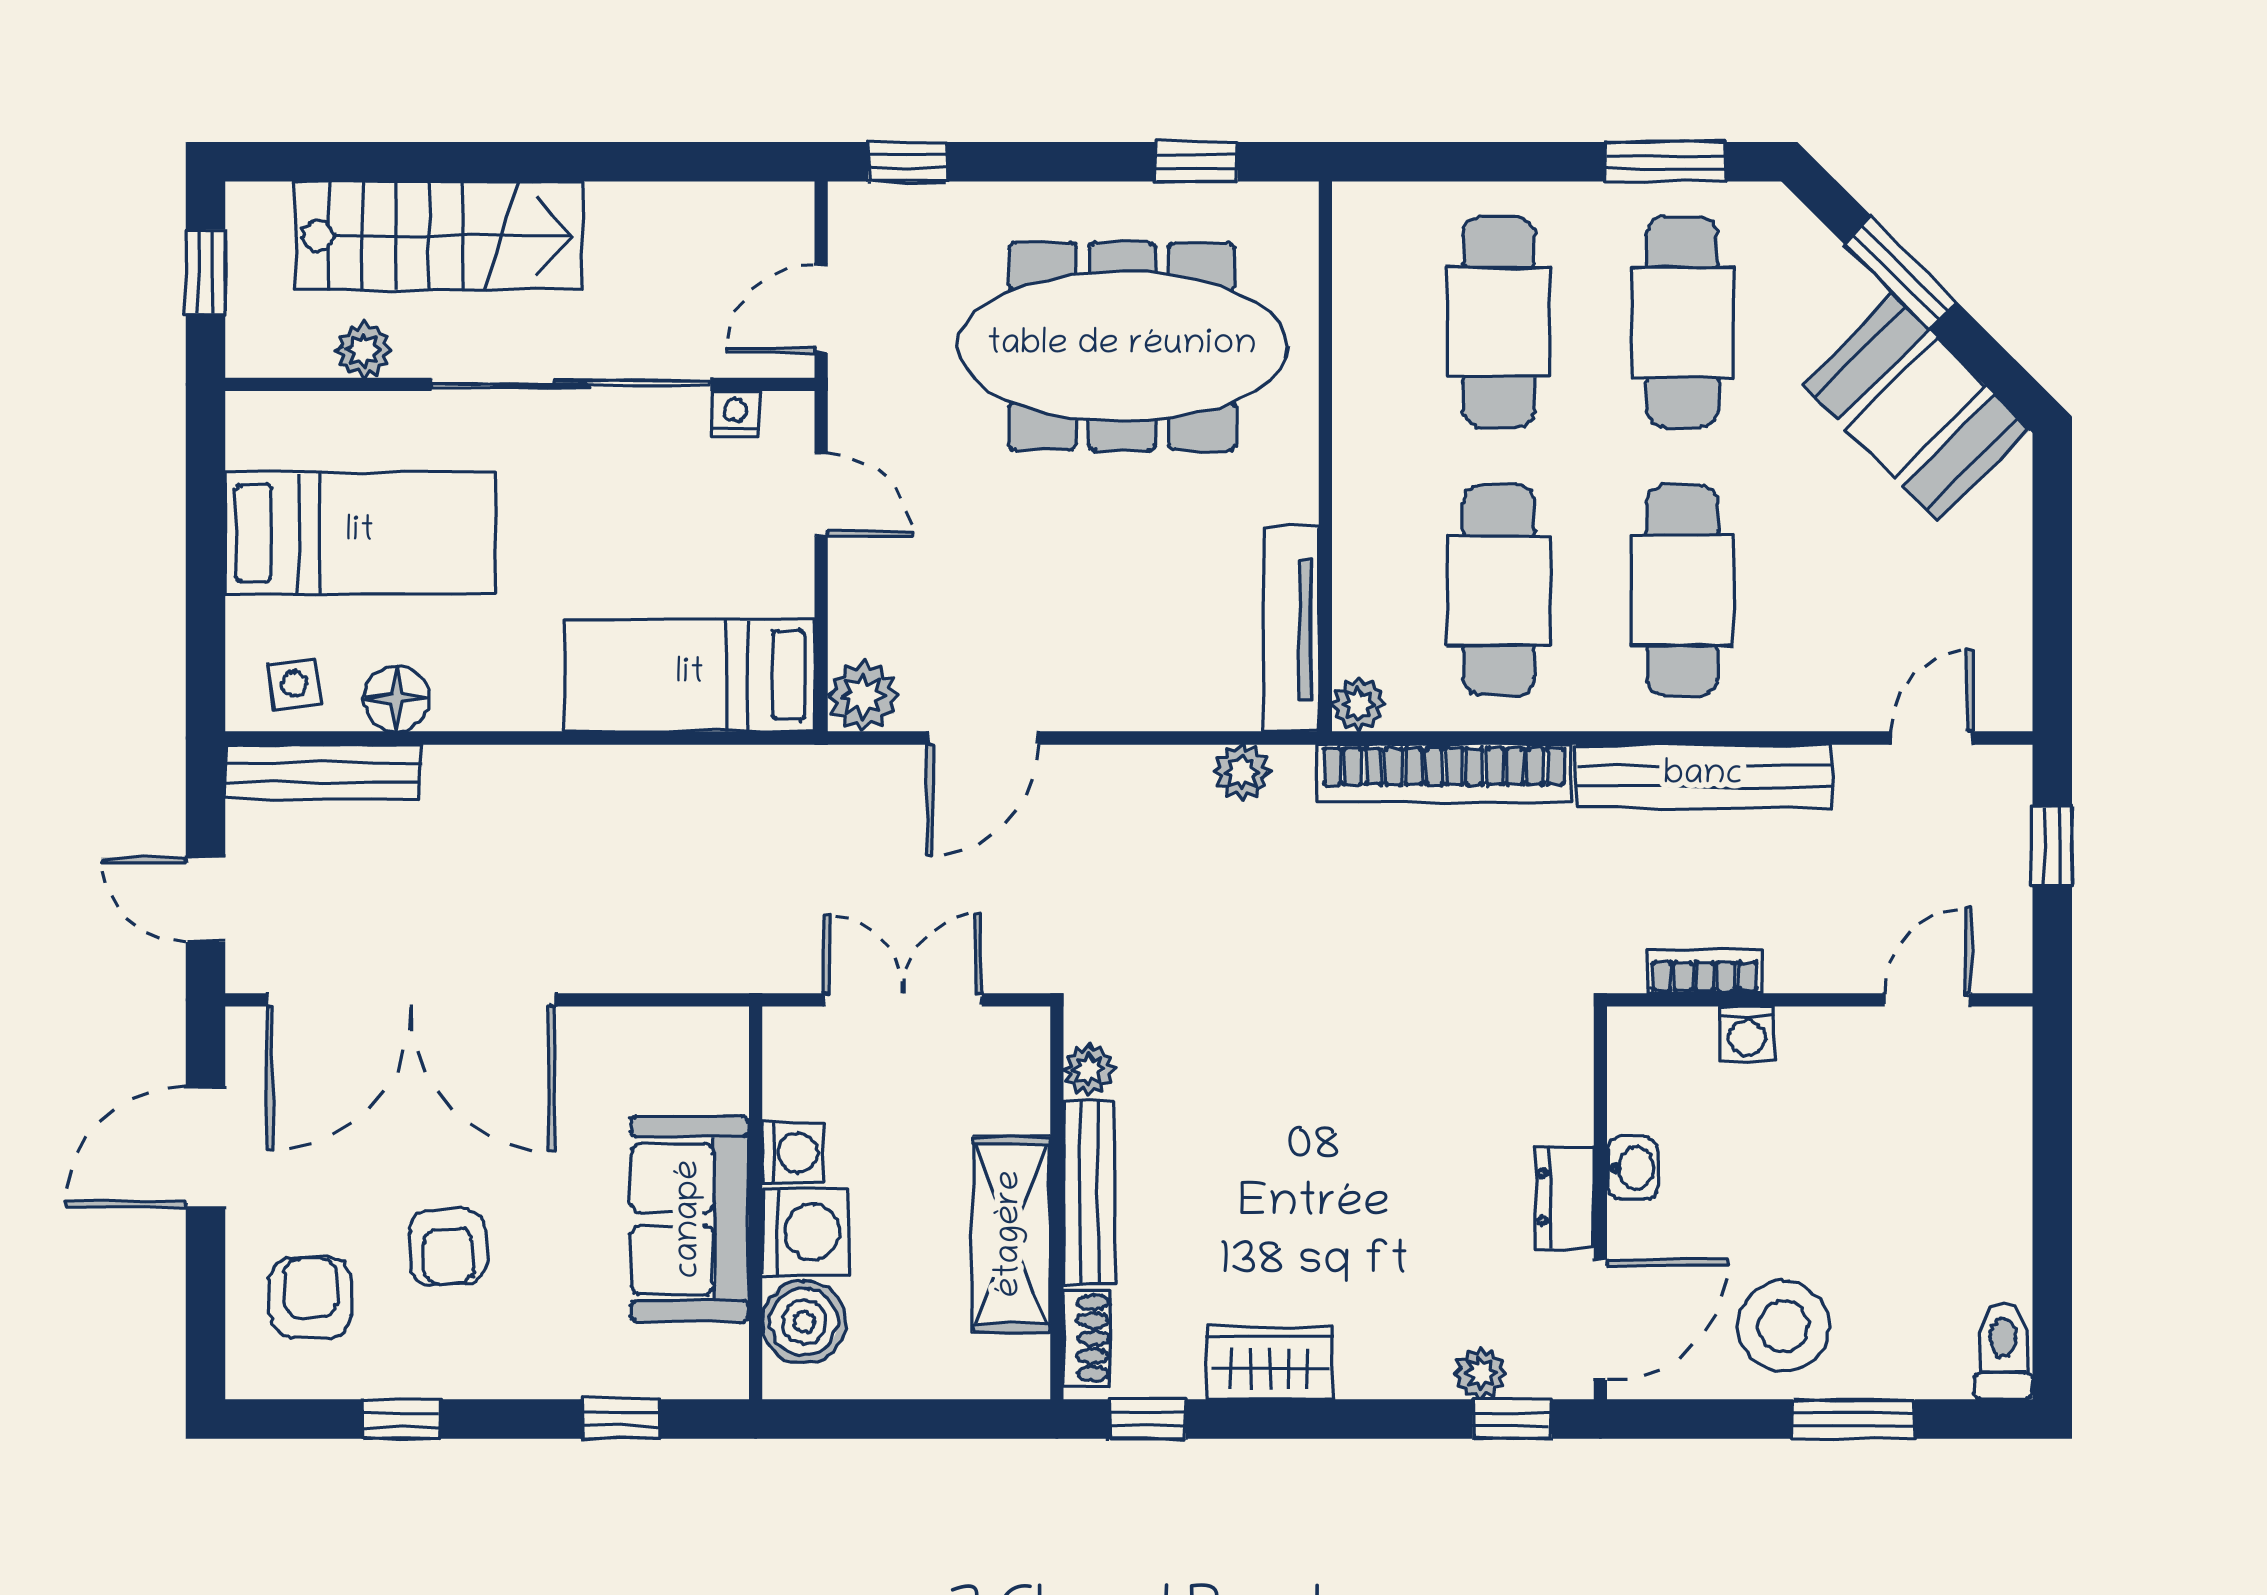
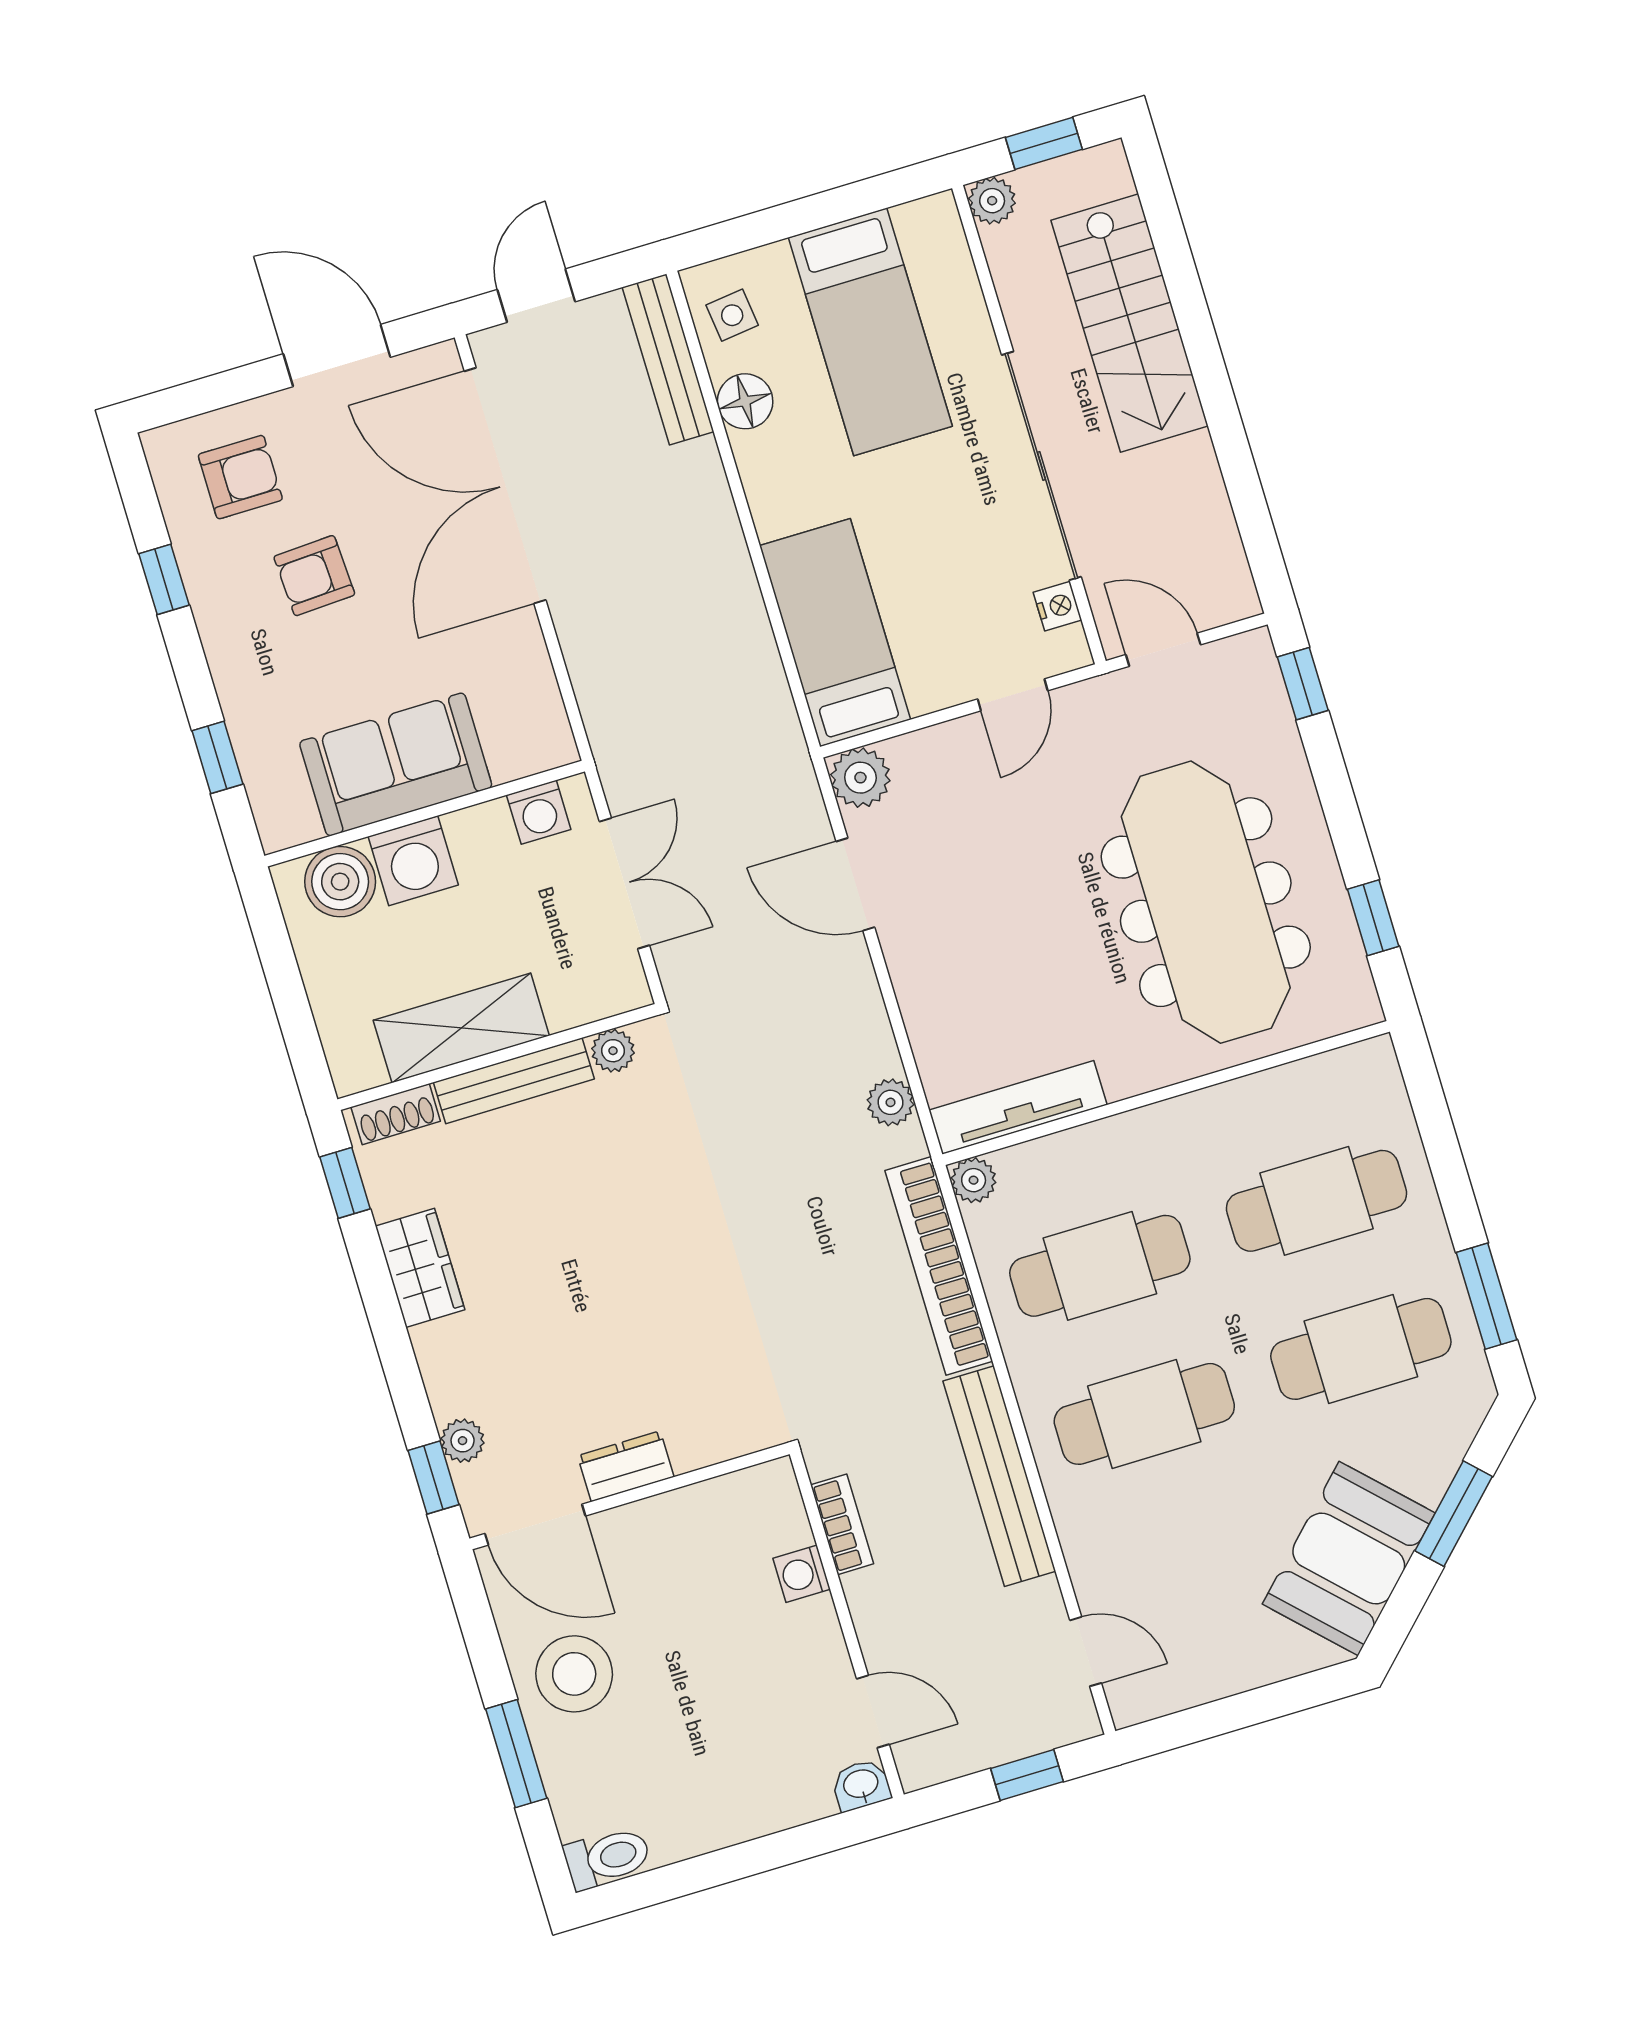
plant: (364, 350) -> (992, 201), moved
washing machine: (793, 1153) -> (539, 812), moved
washbasin: (1633, 1168) -> (861, 1785), moved, turned 180

